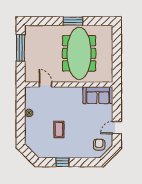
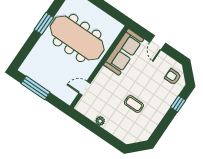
sofa: (98, 95) -> (124, 52), width x1.36
door: (117, 128) -> (158, 43), moved
window: (62, 162) -> (178, 104), moved

